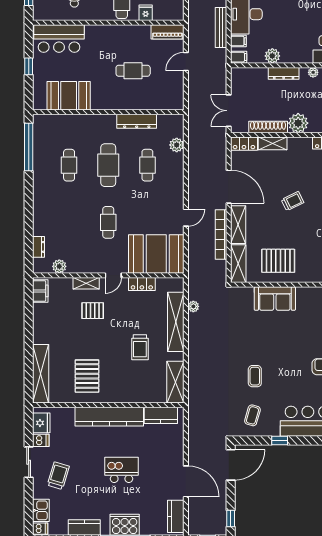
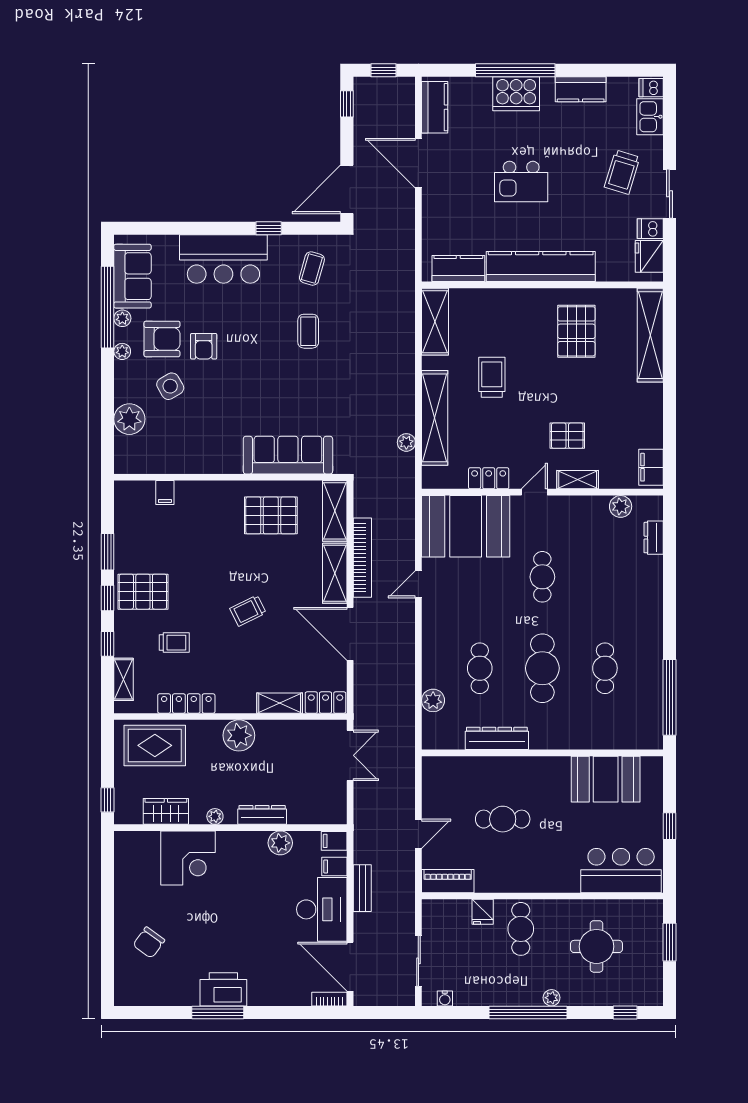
bench: (221, 28) -> (362, 888), width x0.73
shoe rack: (268, 127) -> (287, 729), removed
sofa: (275, 299) -> (288, 455), width x1.36

